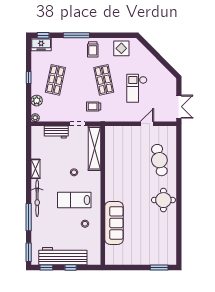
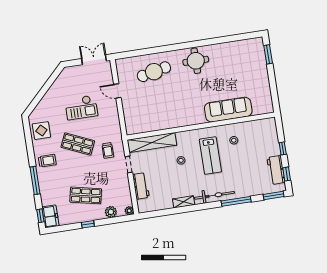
shop shelf: (104, 80) -> (78, 144), turned 36
workbench: (63, 256) -> (276, 170), width x0.53, depth x0.76

